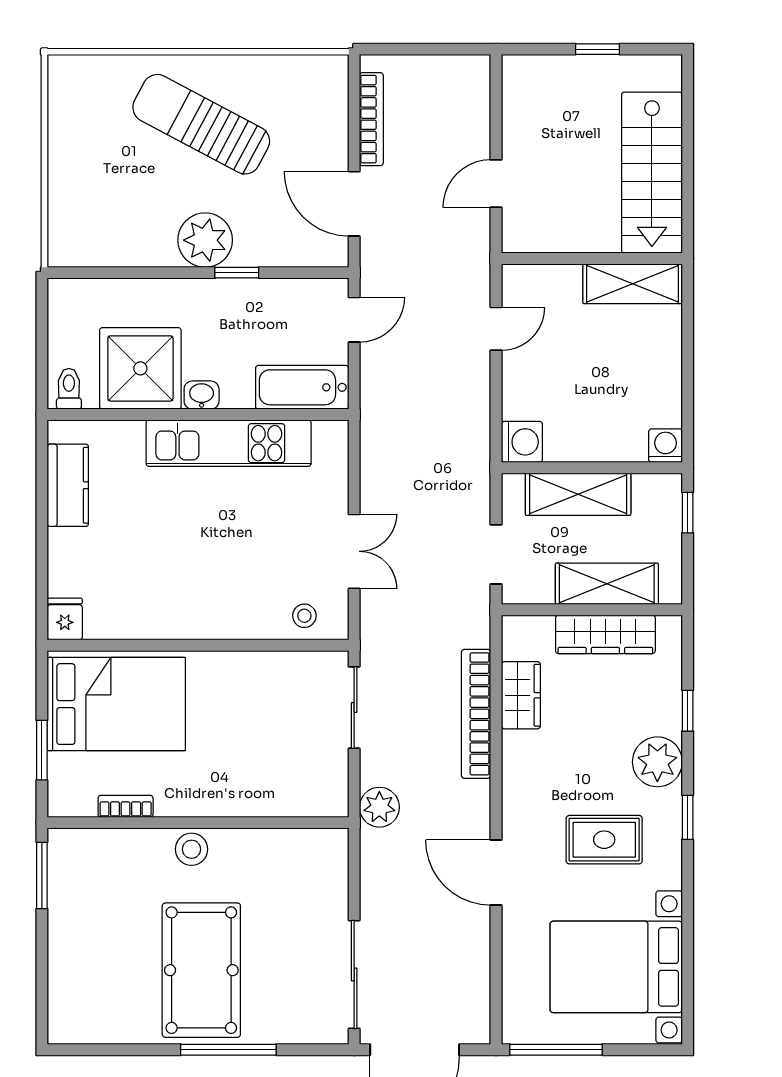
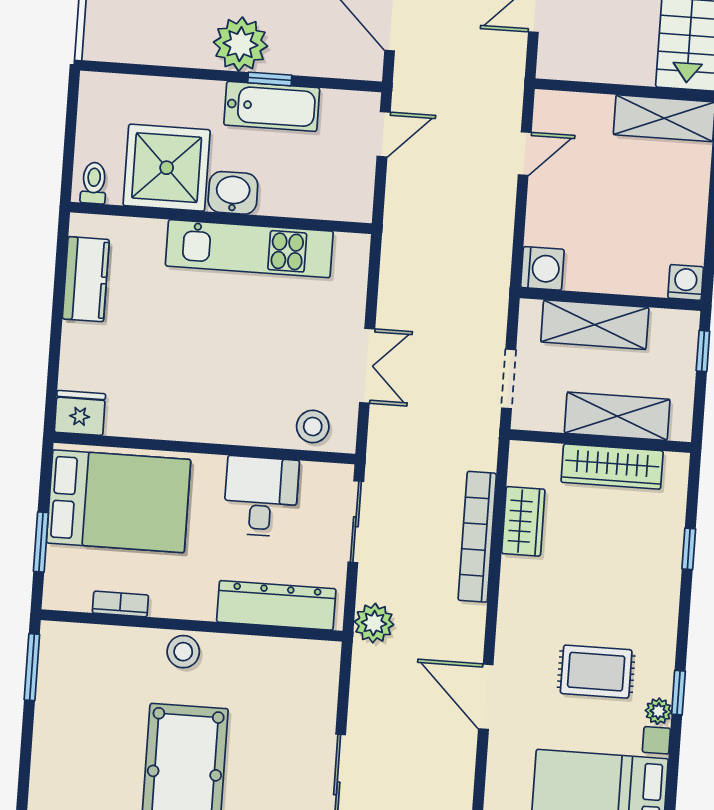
bathtub: (302, 387) -> (272, 106), moved, turned 180
washbasin: (202, 395) -> (233, 193), width x1.38, depth x1.45
stool: (304, 616) -> (313, 426), width x1.37, depth x1.37
fridge: (65, 619) -> (80, 413), width x1.38
desk: (258, 689) -> (261, 496), added
plant: (657, 762) -> (658, 711), moved, width x0.53, depth x0.53
dresser: (281, 796) -> (276, 605), added
window: (688, 817) -> (678, 693), moved

